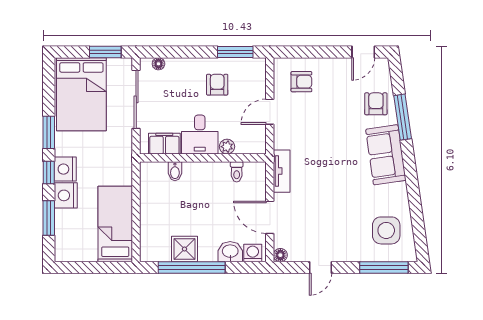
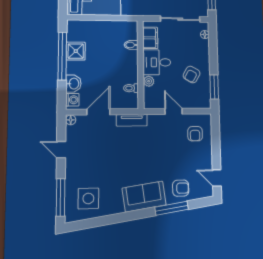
armchair: (217, 85) -> (192, 75), turned 120

